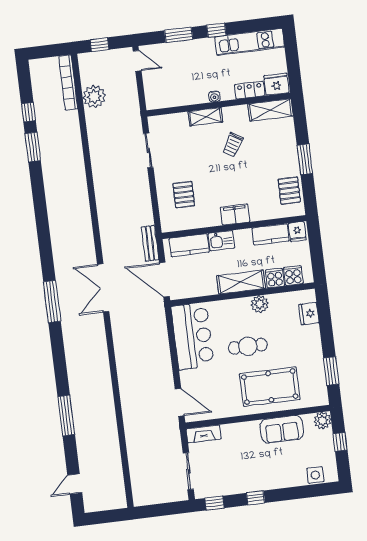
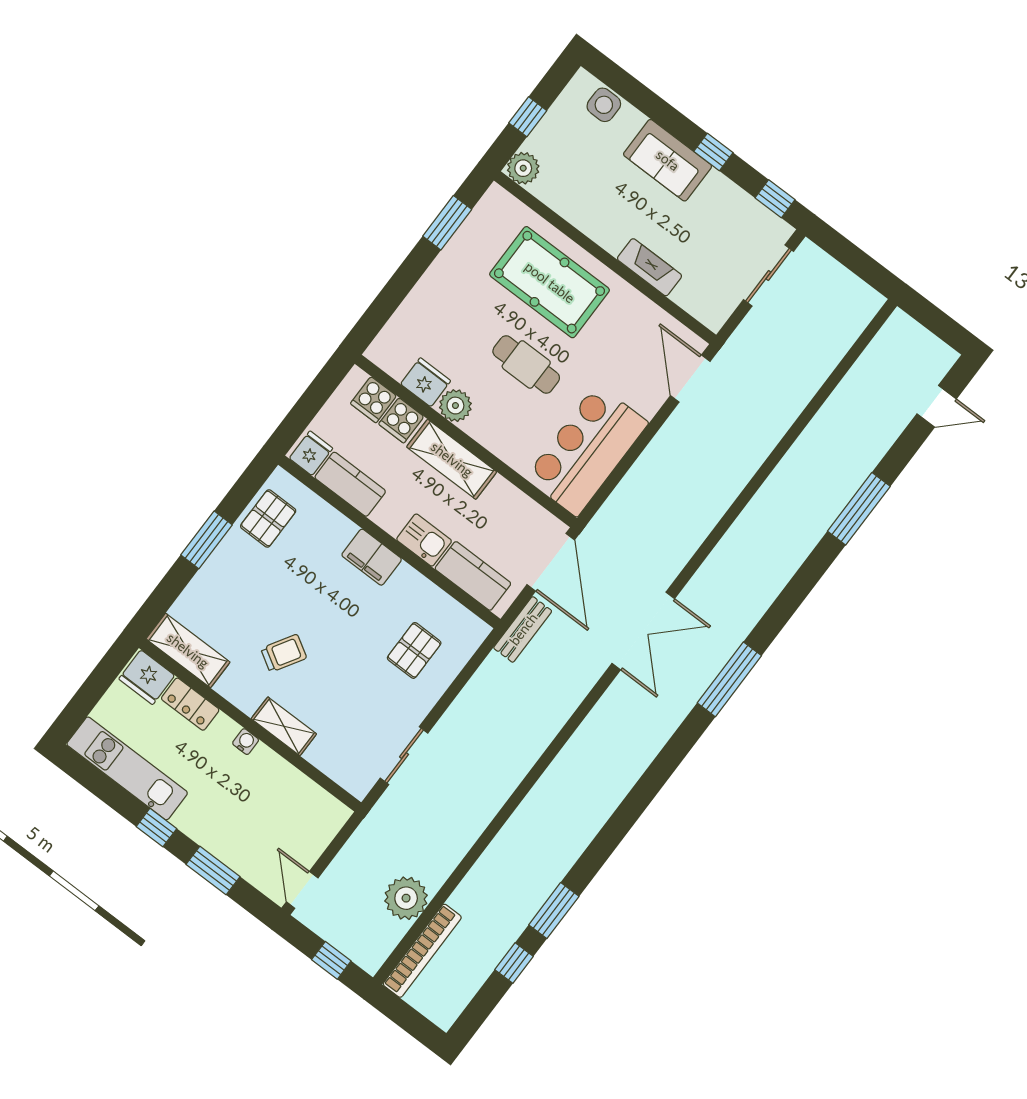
fridge: (309, 314) -> (426, 382), moved, turned -90
sofa: (282, 429) -> (668, 160), moved, turned 180
fireplace: (204, 434) -> (649, 267), moved

